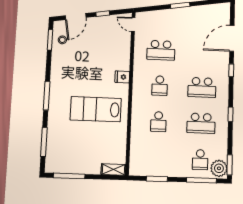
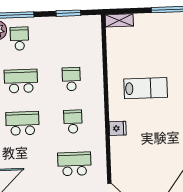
lab bench: (96, 109) -> (146, 88), width x0.73, depth x0.72

